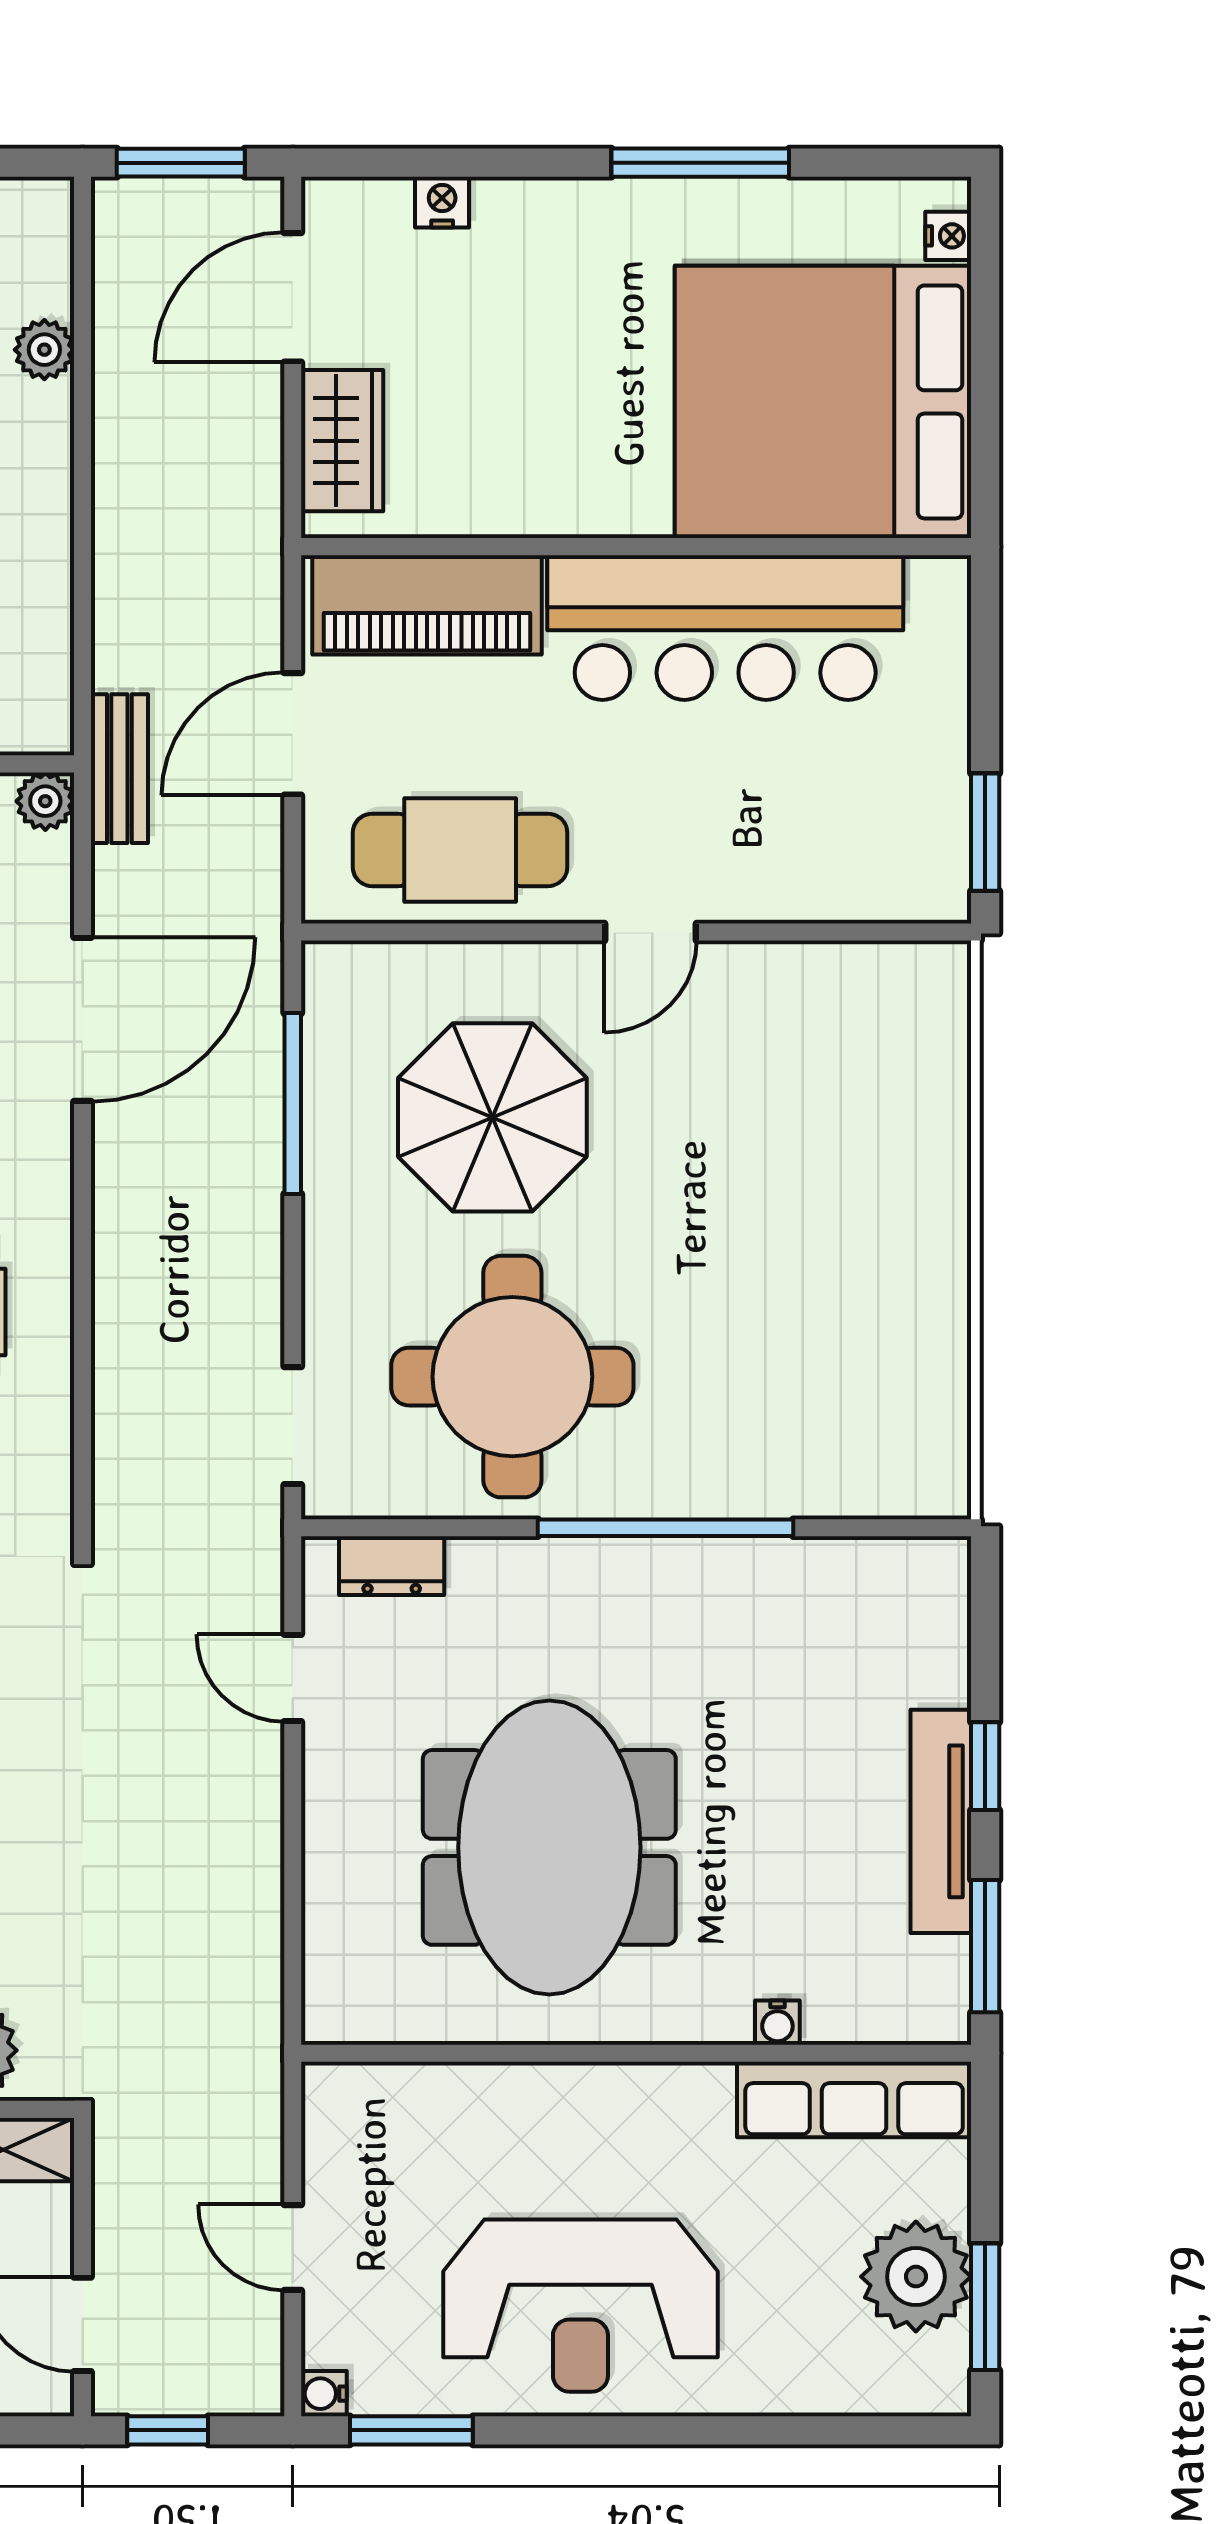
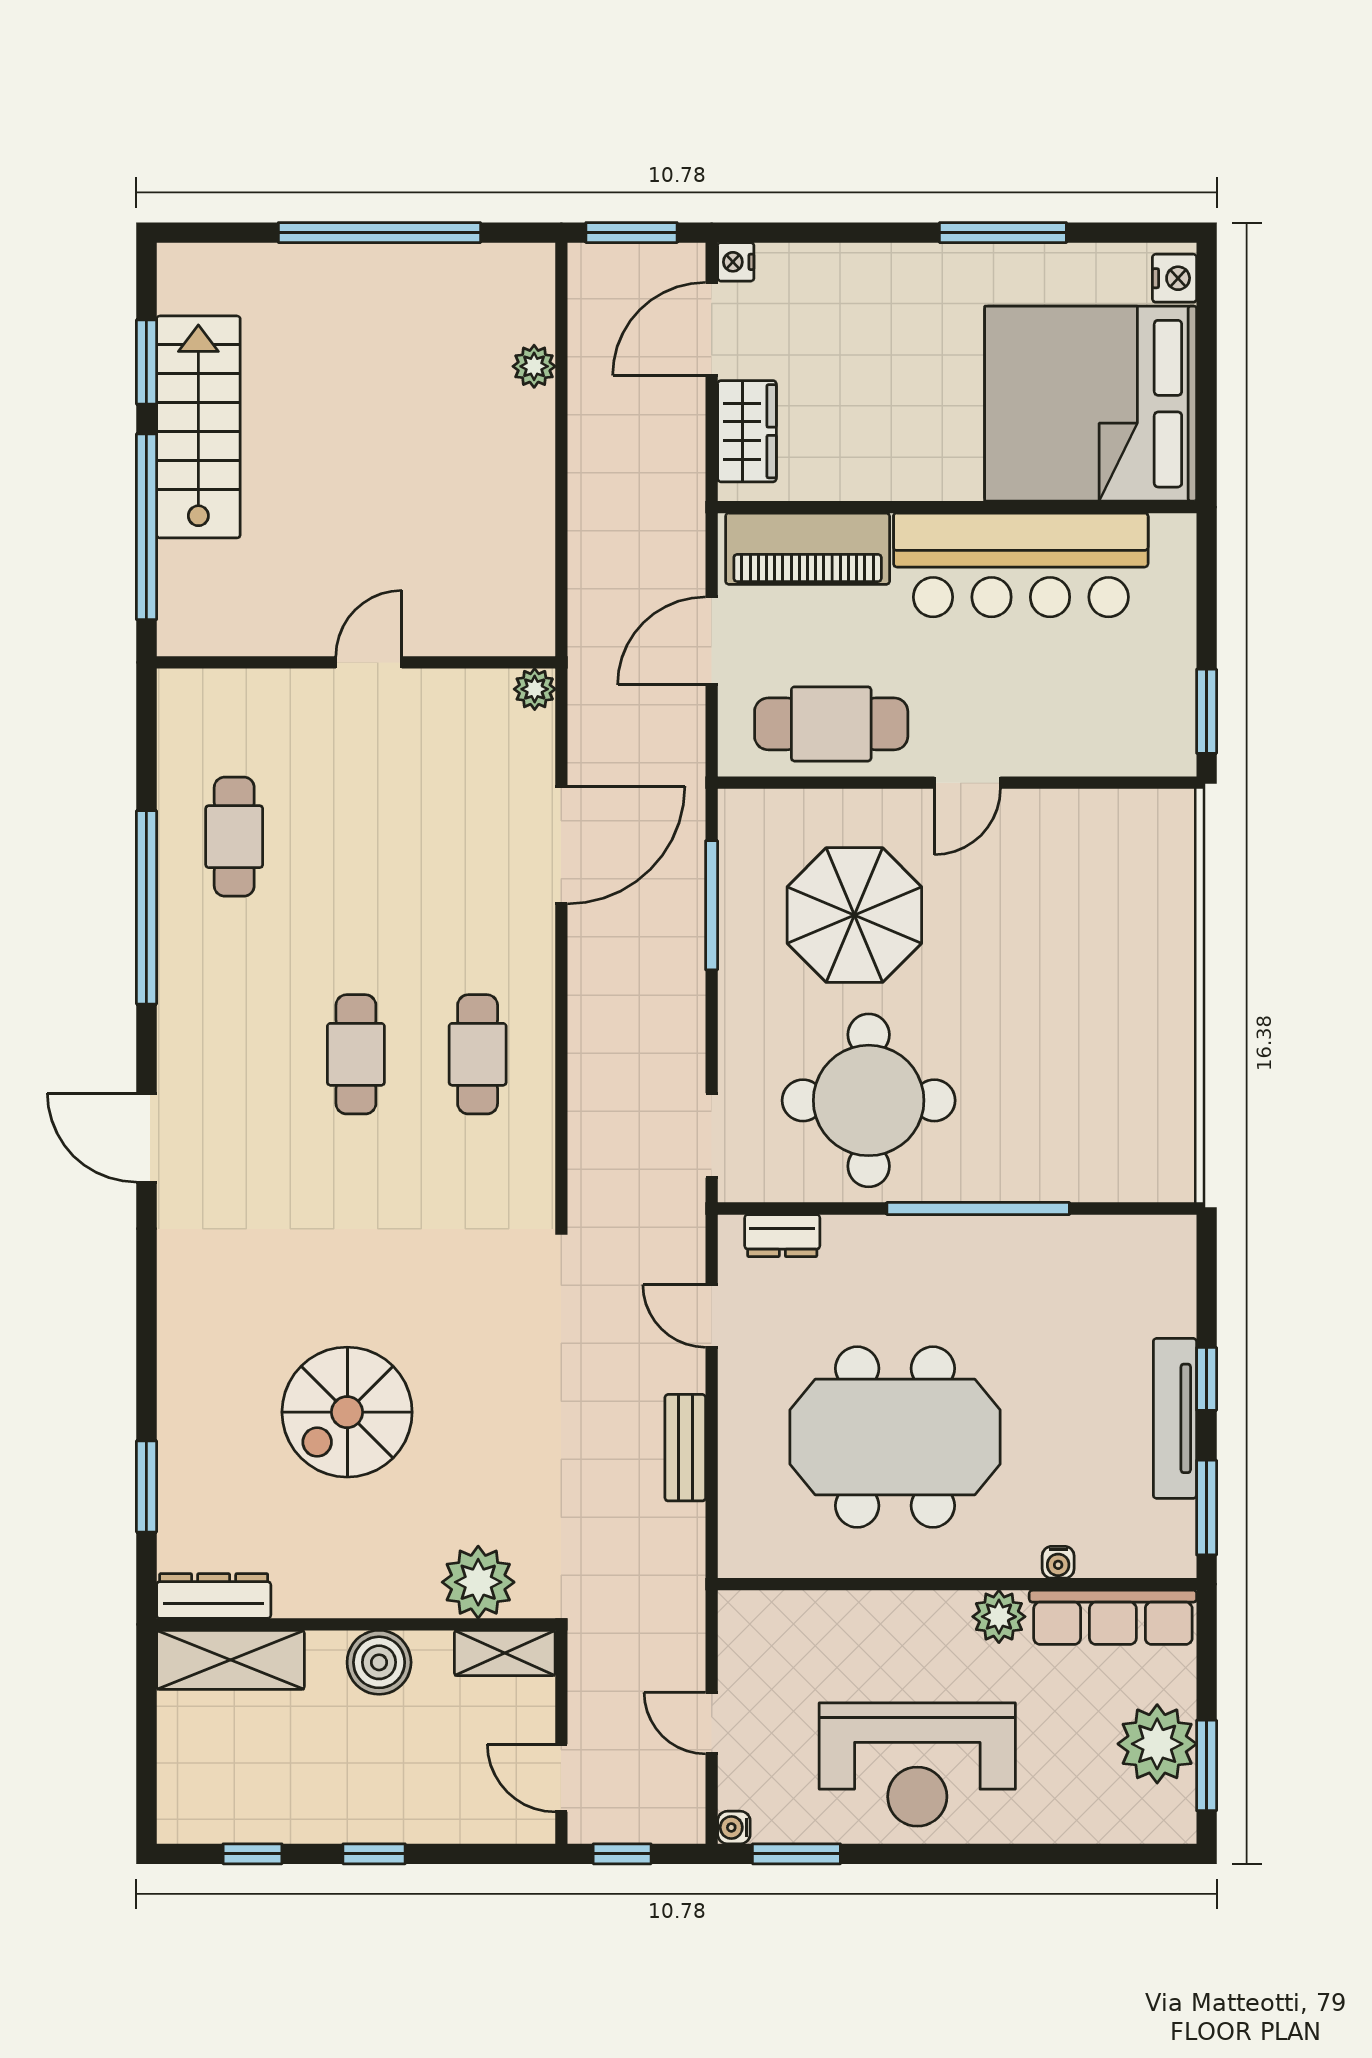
nightstand: (442, 202) -> (736, 262), moved, turned -90
nightstand: (948, 236) -> (1175, 278), width x1.39, depth x1.35
bench: (119, 769) -> (685, 1448), moved
meeting table: (549, 1847) -> (895, 1437), turned 90
plant: (695, 2099) -> (999, 1617), added

